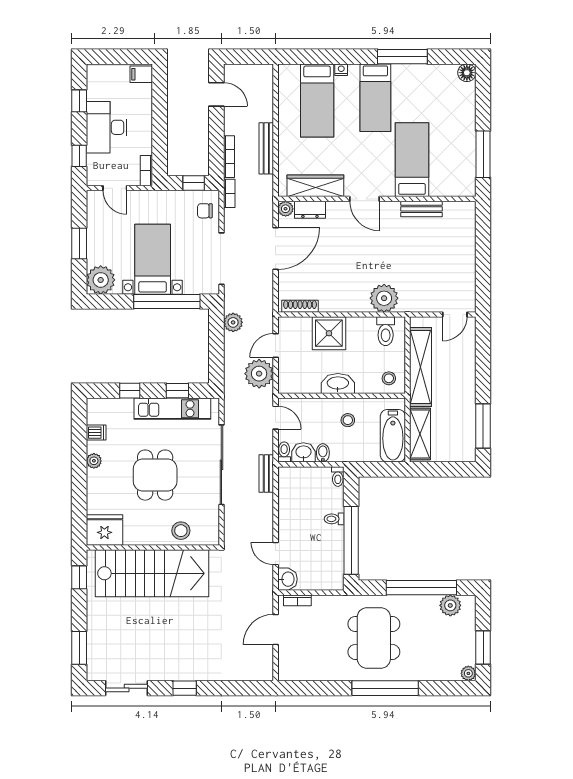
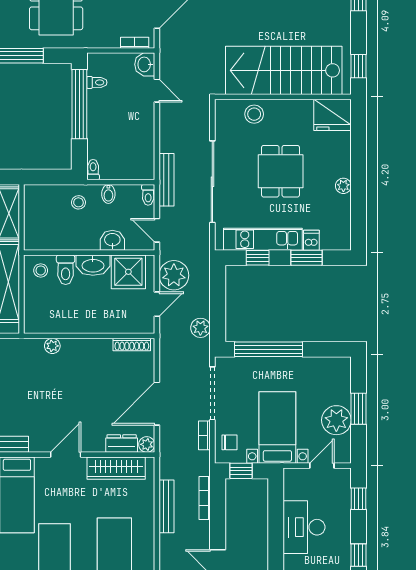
desk: (107, 127) -> (304, 527), moved, turned 180
bookcase: (146, 171) -> (290, 484), removed
door: (115, 188) -> (322, 466), hinge flipped
bookcase: (229, 193) -> (204, 435), moved
door: (365, 199) -> (66, 455), hinge flipped
bed with nightstands: (153, 259) -> (277, 428), moved, turned 180
plant: (101, 280) -> (336, 420), moved
plant: (384, 298) -> (52, 346), width x0.53, depth x0.53
toilet: (386, 331) -> (66, 270), moved, turned 180
shower: (329, 333) -> (128, 272), moved
window: (130, 391) -> (307, 258), width x1.50
stool: (348, 420) -> (78, 202), moved
dishwasher: (96, 433) -> (311, 240), moved, turned 90
bathtub: (393, 436) -> (37, 212), removed
washbasin: (303, 452) -> (112, 240), moved, turned 180
bench: (266, 474) -> (166, 180), width x1.36
toilet: (334, 519) -> (97, 82), moved

